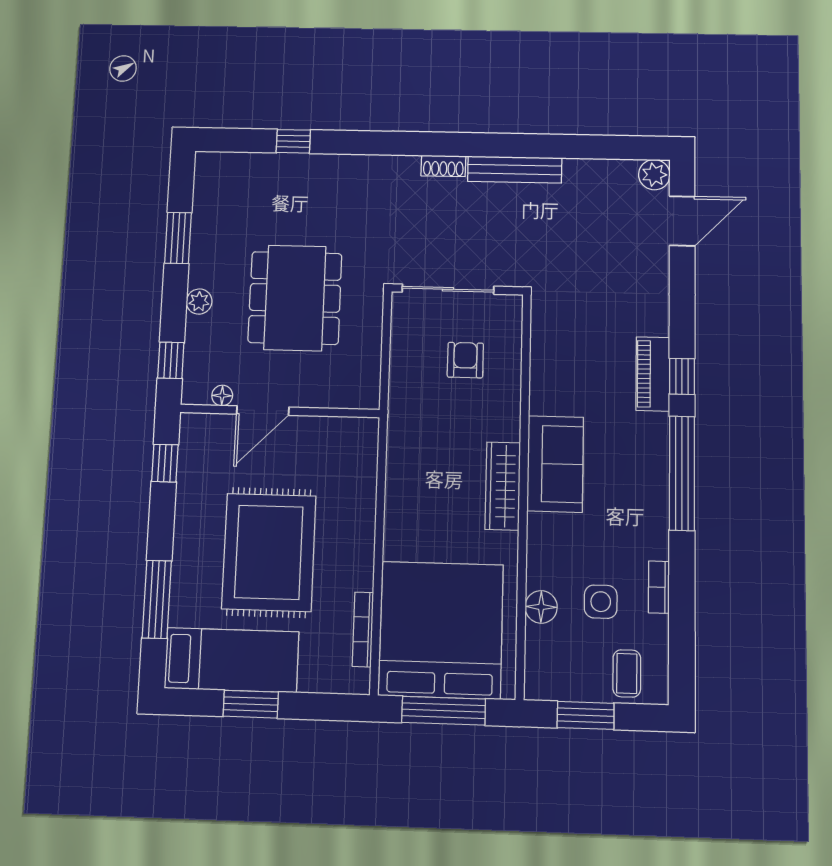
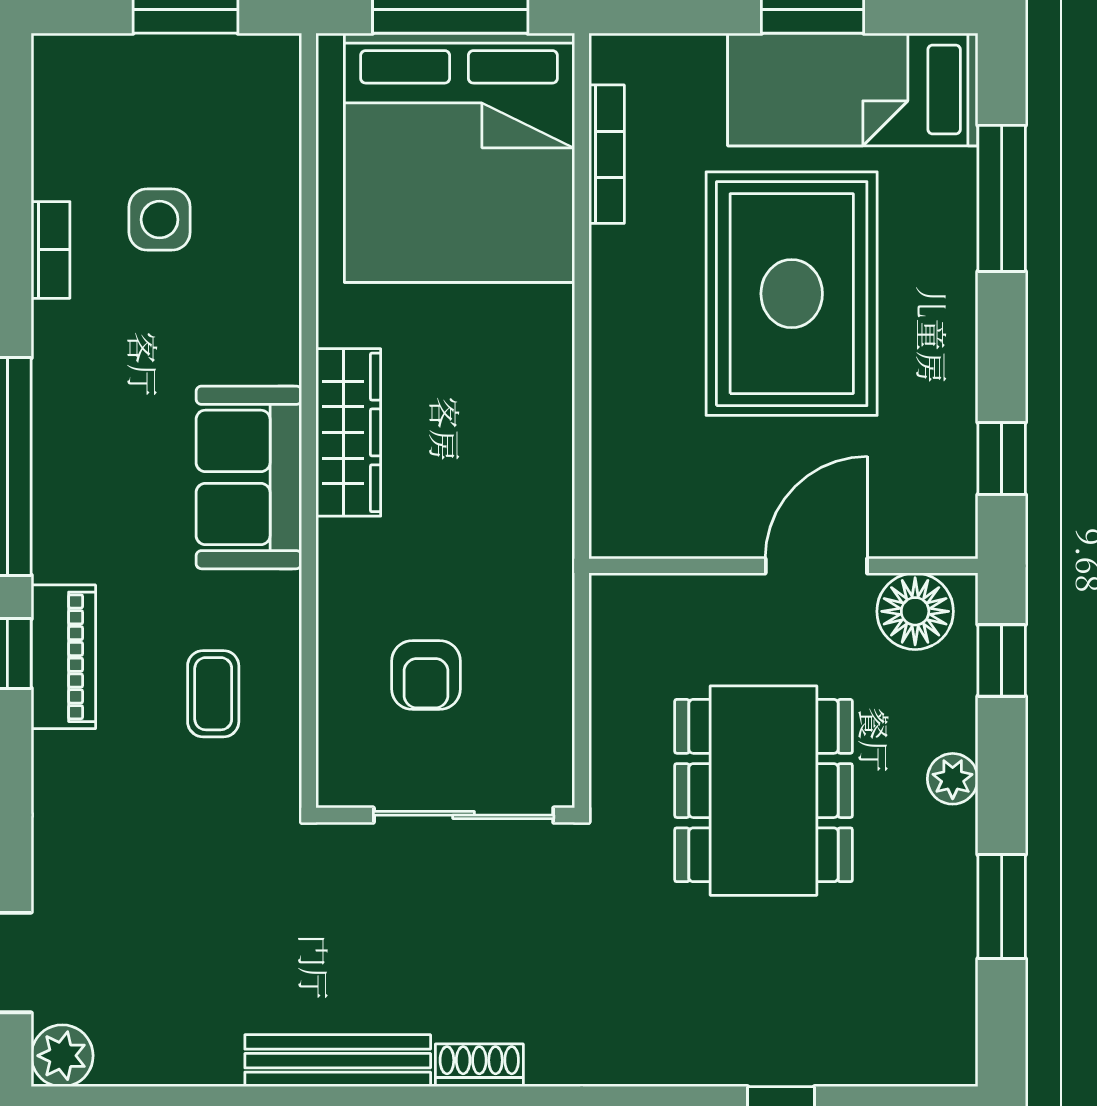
floor lamp: (222, 396) -> (915, 611), width x1.89, depth x1.89
floor lamp: (541, 607) -> (271, 206), removed
coffee table: (627, 673) -> (213, 694), moved

